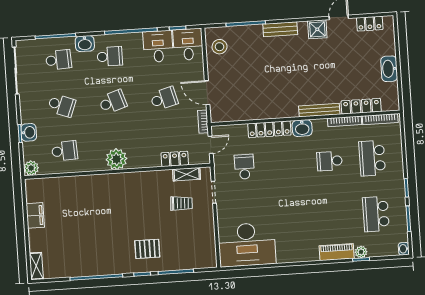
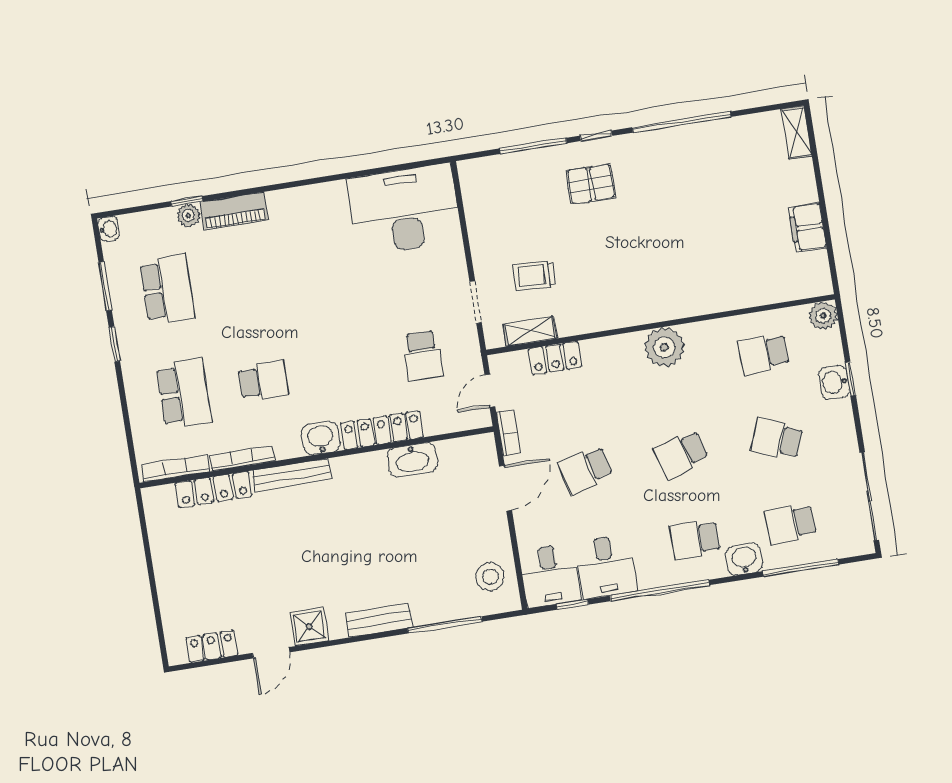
washbasin: (389, 69) -> (412, 460), moved, turned 90
door: (207, 93) -> (505, 488), hinge flipped

